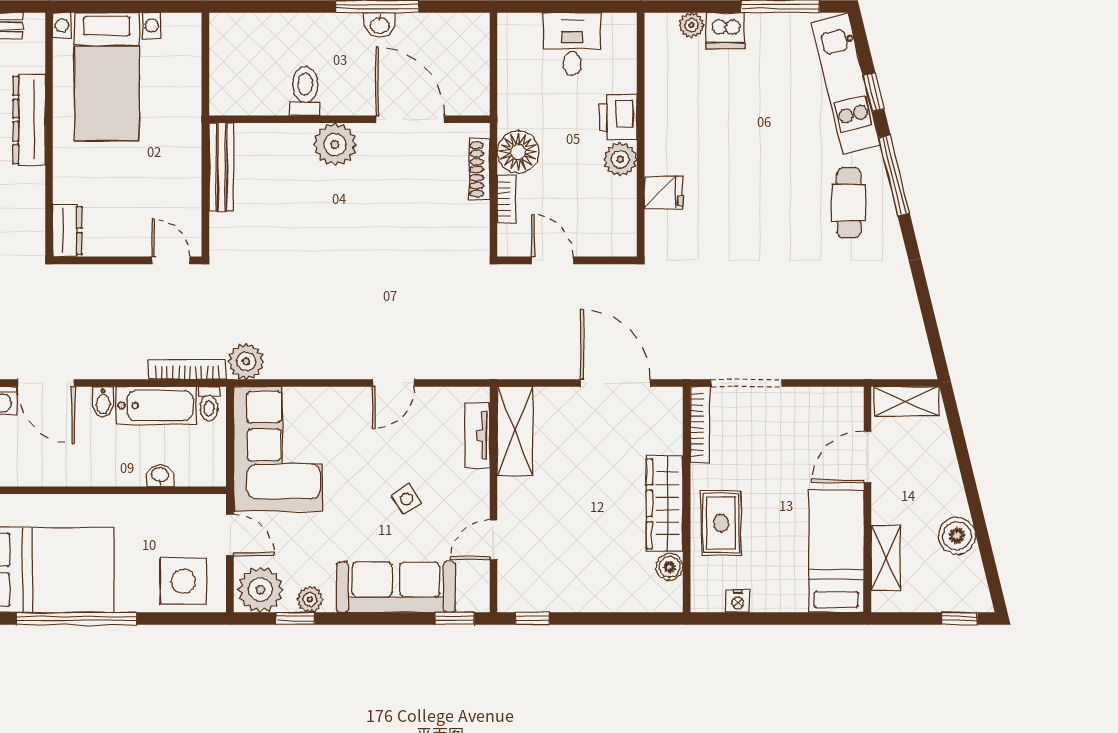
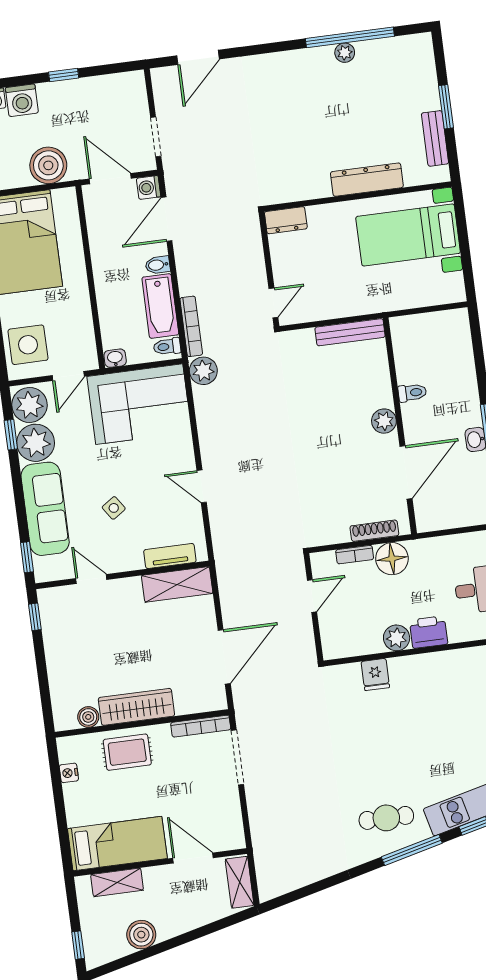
toilet: (305, 91) -> (412, 393), width x0.73, depth x0.72
plant: (335, 145) -> (384, 421), width x0.73, depth x0.73
washbasin: (160, 475) -> (115, 358), moved, turned -90
plant: (310, 599) -> (36, 443), width x1.88, depth x1.88

